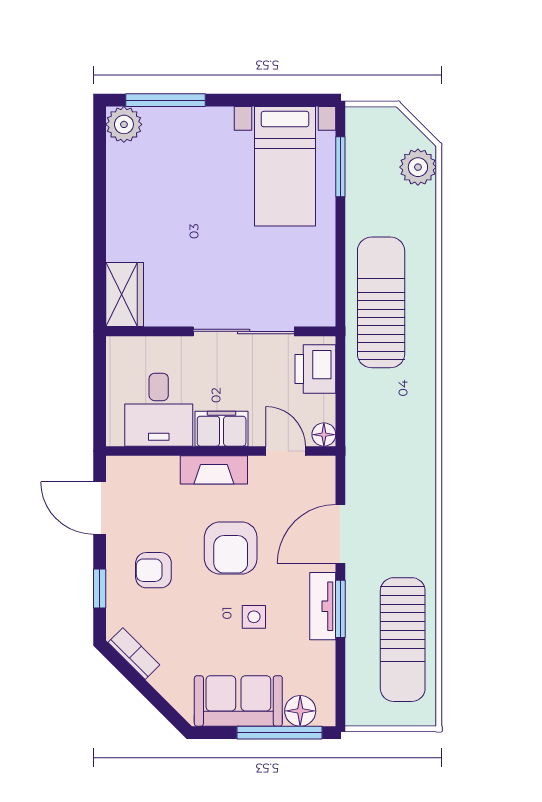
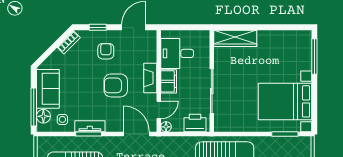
plant: (124, 124) -> (304, 38), removed
bed with nightstands: (285, 166) -> (285, 101), width x1.36
wardrobe: (125, 295) -> (235, 38), width x1.50
door: (340, 534) -> (136, 134), moved
side table: (254, 617) -> (62, 119), moved

